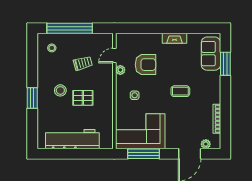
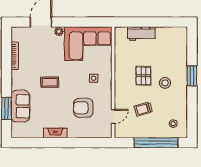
sofa: (211, 54) -> (20, 106), moved
plant: (120, 70) -> (107, 103), removed
pallet: (83, 98) -> (143, 76), turned 90
workbench: (72, 139) -> (141, 34), width x0.53, depth x0.76
plant: (206, 144) -> (59, 31), moved
window: (143, 154) -> (85, 22), removed

